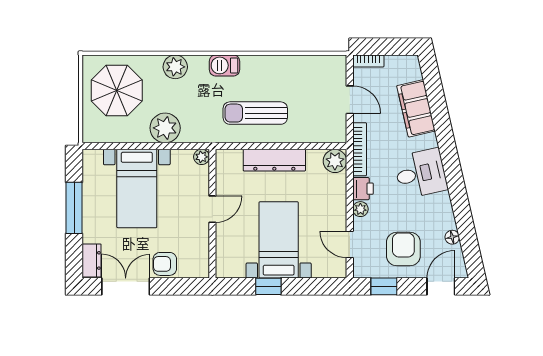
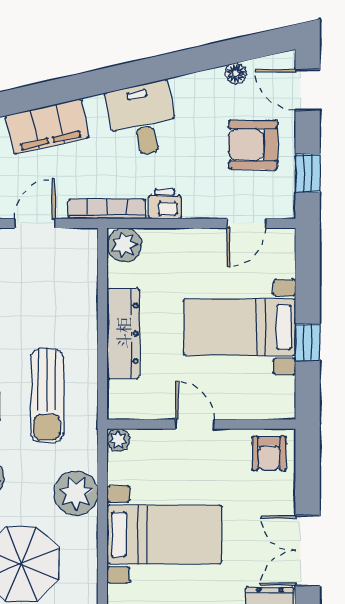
sun lounger: (255, 113) -> (47, 396), moved
plant: (360, 209) -> (195, 208), removed
armchair: (165, 264) -> (269, 453), moved

